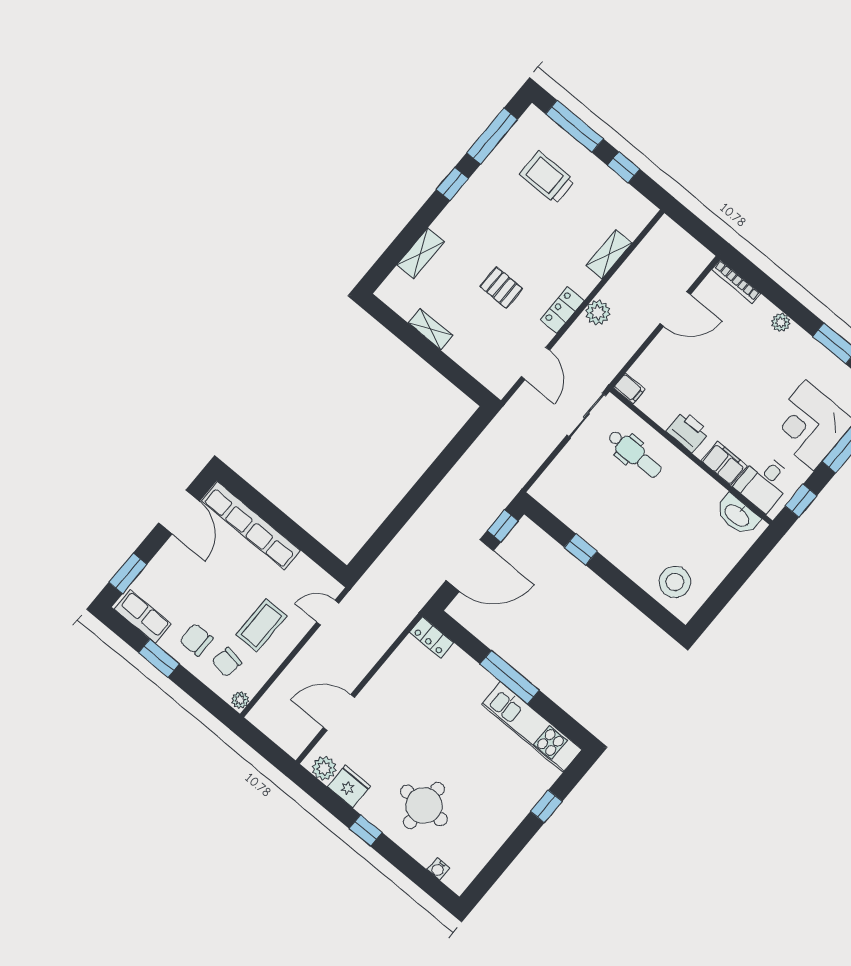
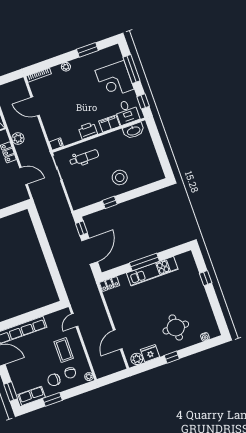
door: (675, 309) -> (35, 106), swing flipped
stool: (675, 582) -> (120, 177), moved
kitchen unit: (532, 727) -> (152, 271), moved

